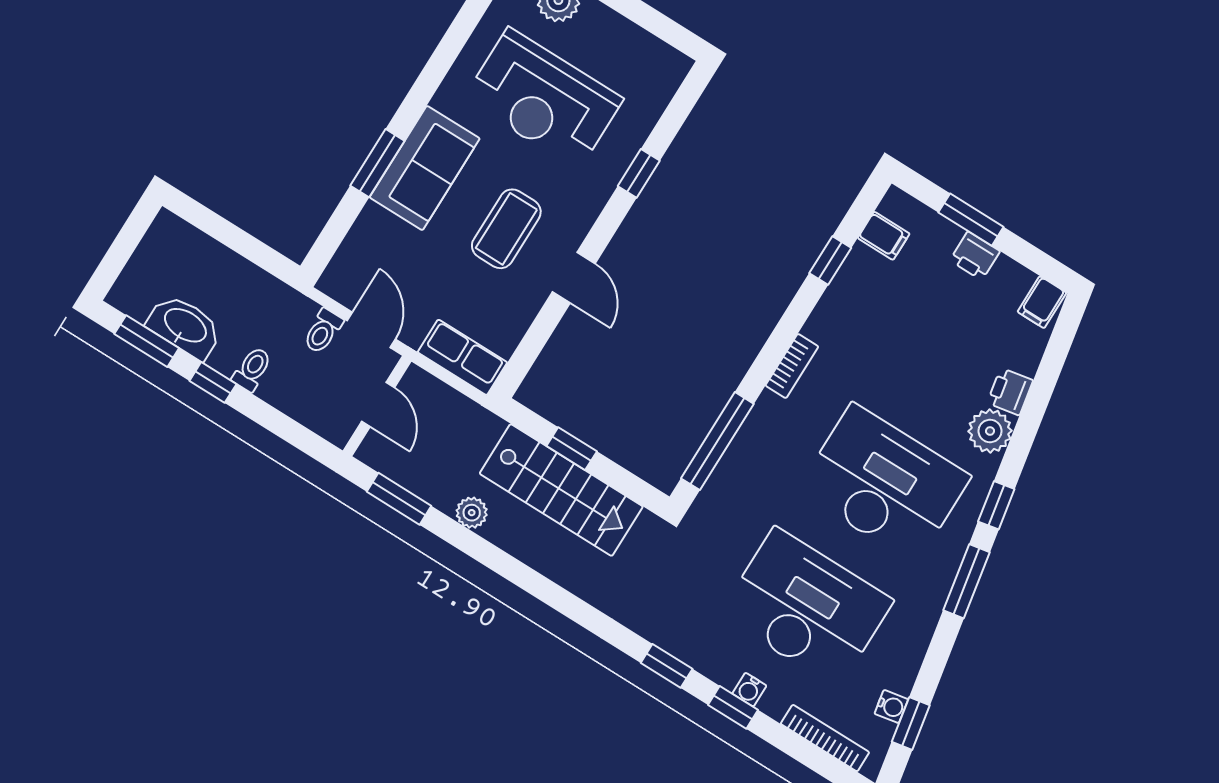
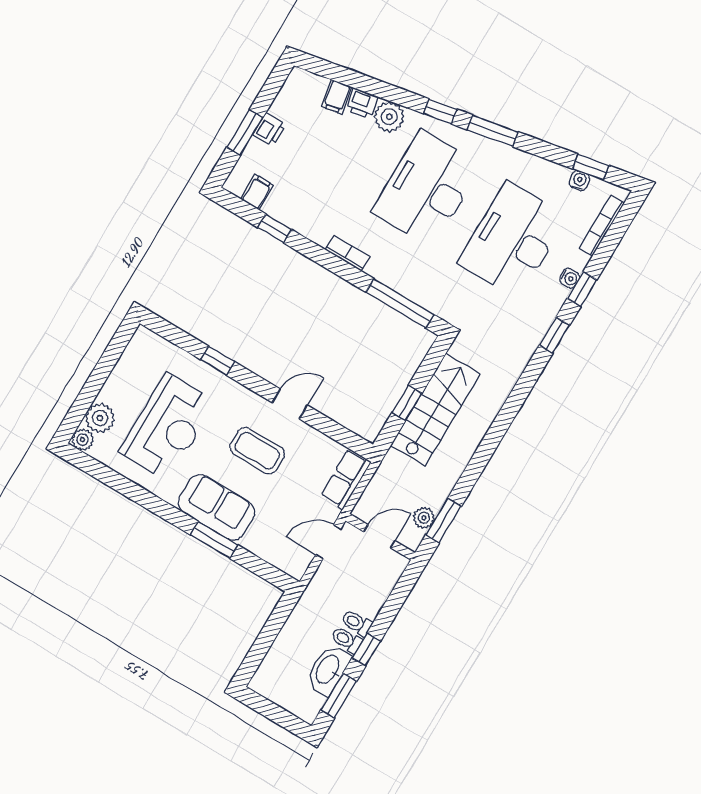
filing cabinet: (1042, 302) -> (337, 97), moved, turned 79
toilet: (323, 331) -> (346, 640), moved, turned 180
plant: (472, 513) -> (424, 518), moved

